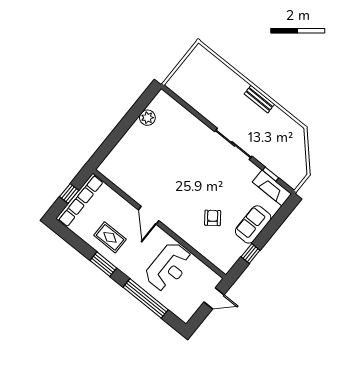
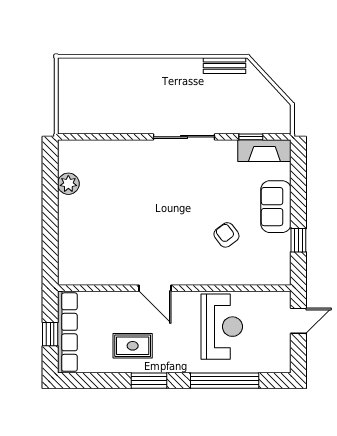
bench: (259, 99) -> (224, 66), moved

